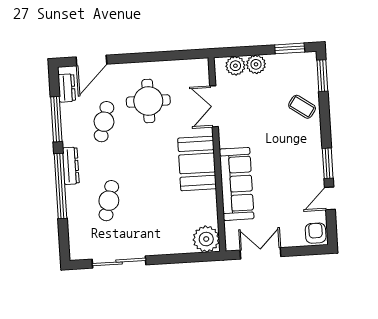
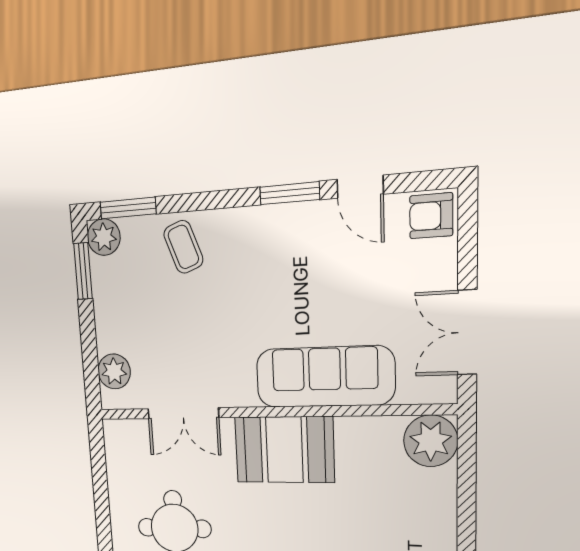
plant: (256, 64) -> (104, 237), moved
coffee table: (302, 107) -> (183, 247), turned -55

